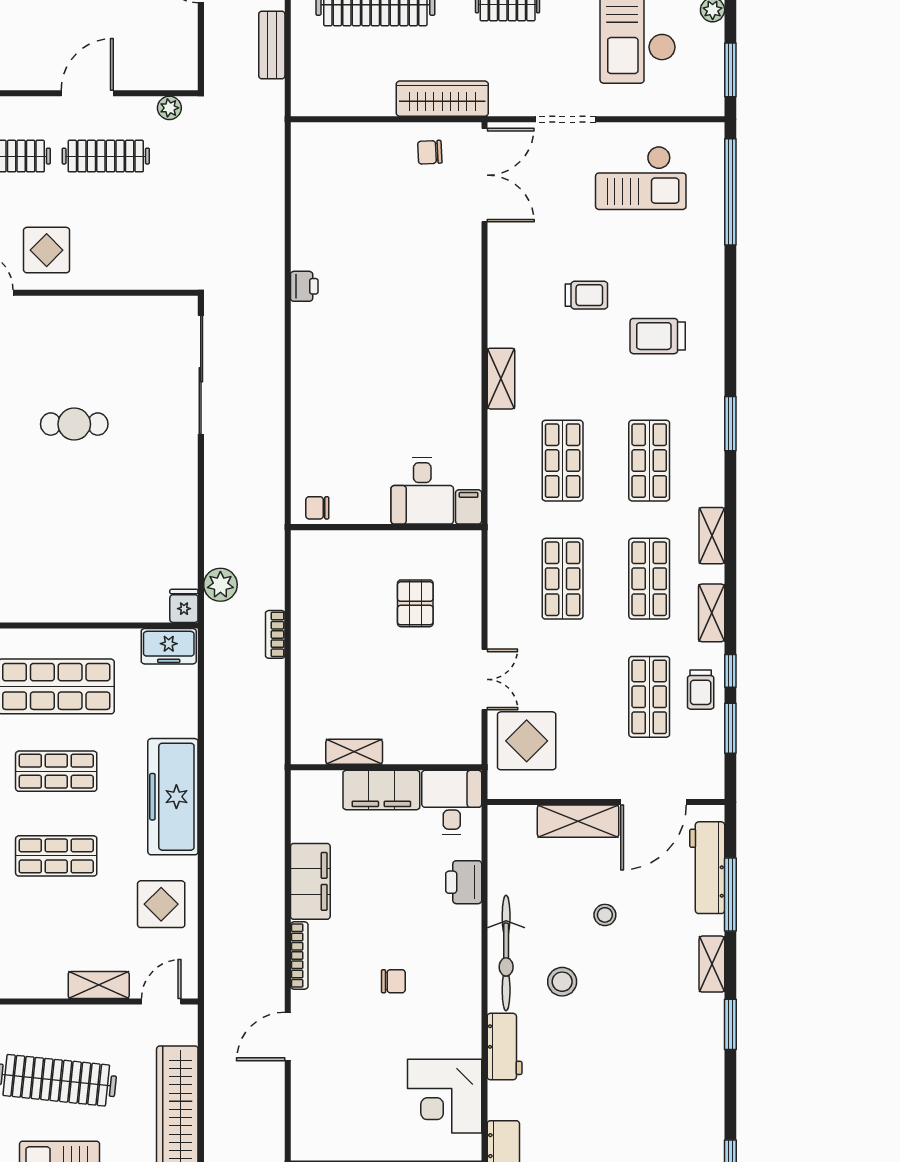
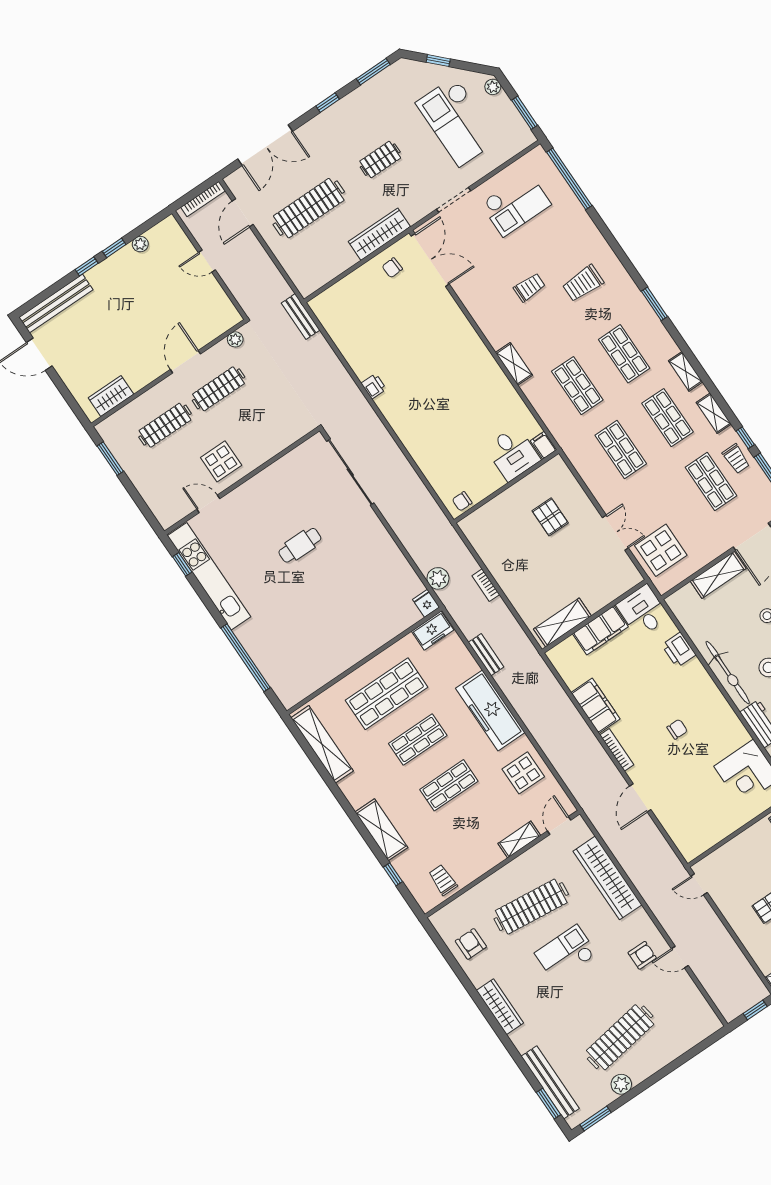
bench: (272, 45) -> (301, 317), moved
bench: (216, 723) -> (486, 655), added
shelving: (354, 752) -> (562, 622), width x1.50, depth x1.33

